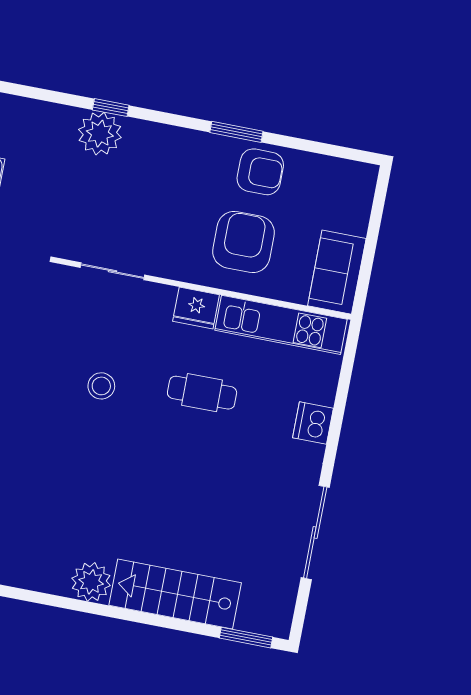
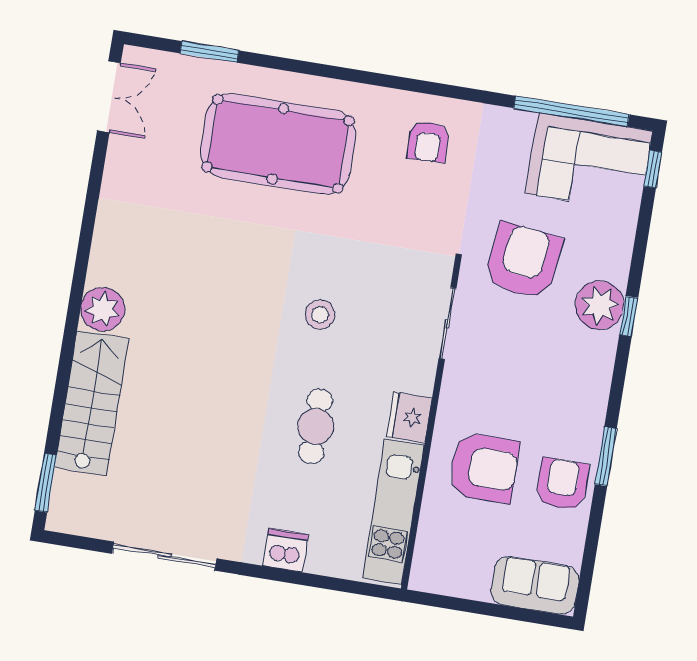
armchair: (260, 172) -> (562, 484), turned 180
armchair: (58, 201) -> (523, 261), added
sofa: (337, 272) -> (535, 585), moved

